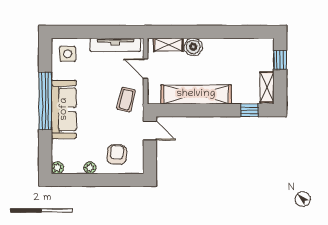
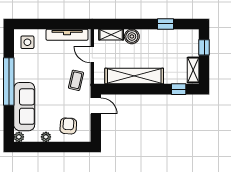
window: (234, 32) -> (166, 24), added
sofa: (64, 109) -> (24, 107), moved

